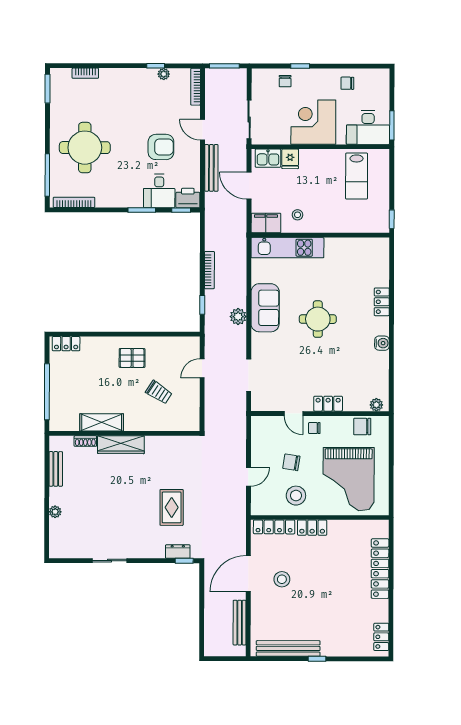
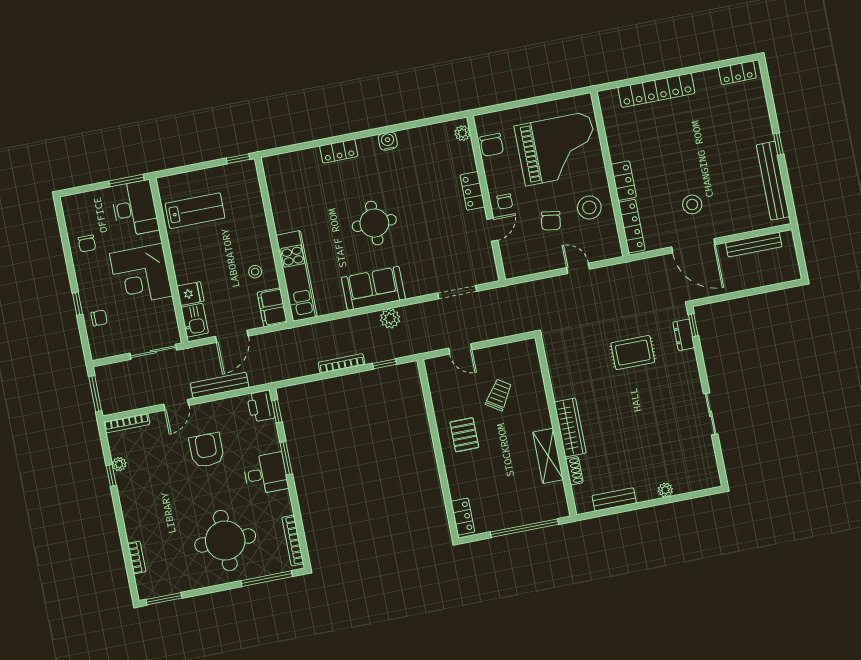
desk: (159, 191) -> (266, 474), moved

